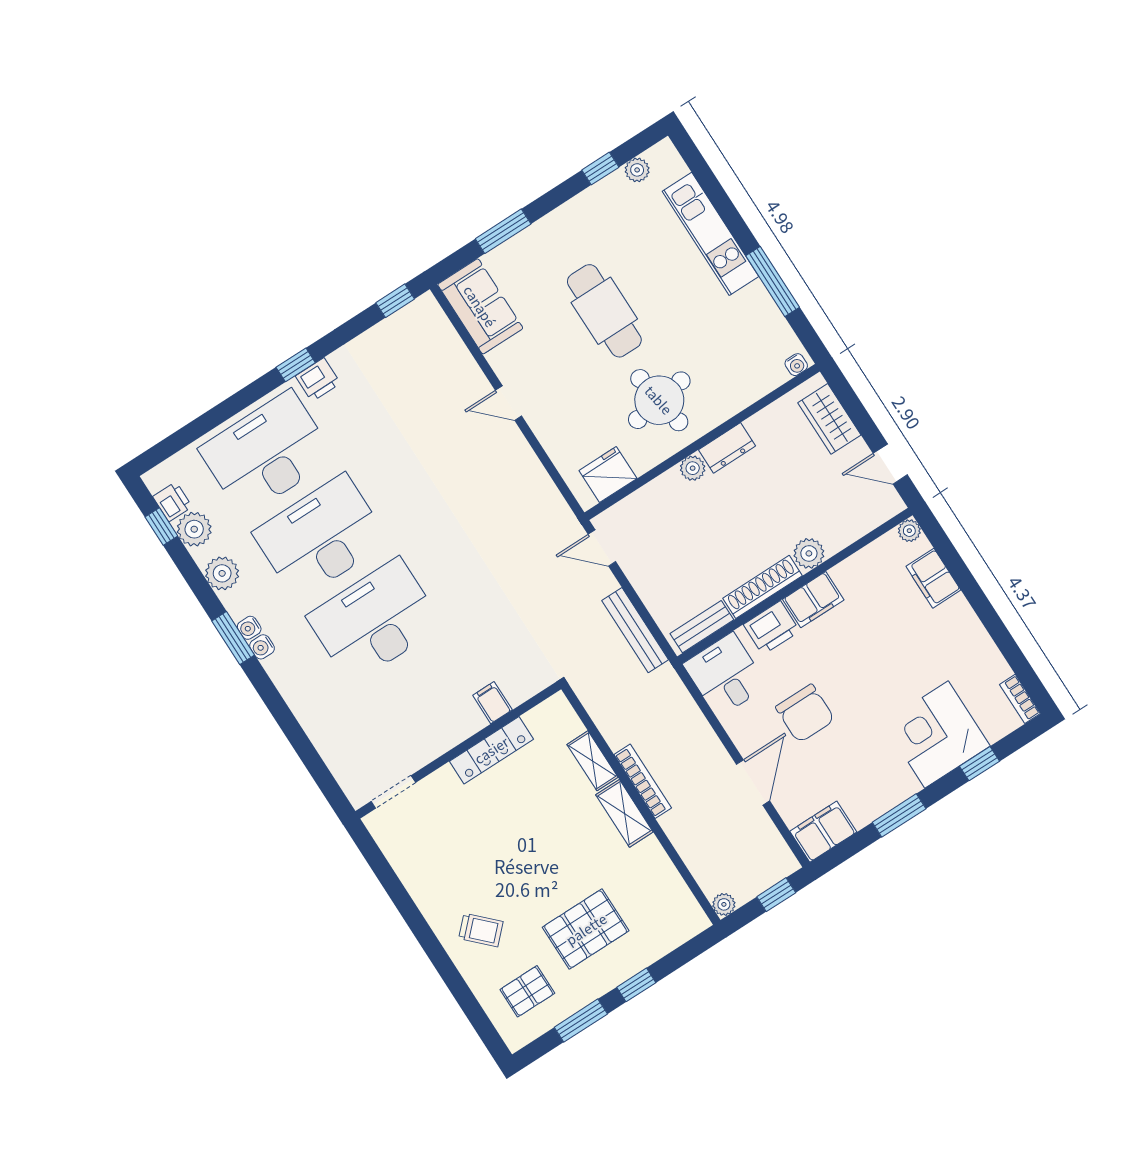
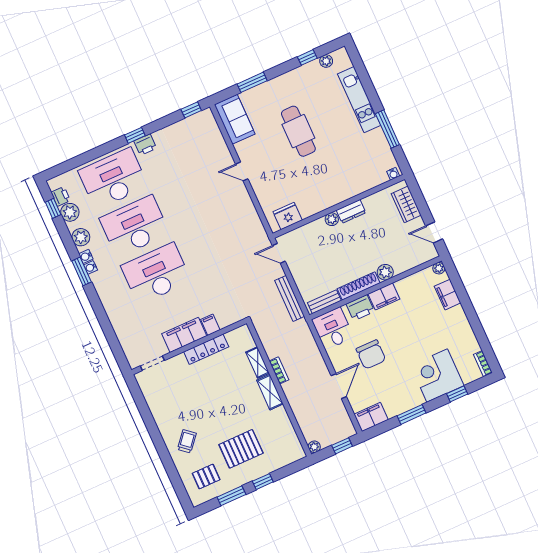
round table: (659, 400) -> (320, 182), removed
water cooler: (262, 647) -> (86, 256), moved
filing cabinet: (446, 729) -> (184, 335), added
bookcase: (643, 781) -> (279, 370), width x0.64
trolley: (481, 930) -> (187, 441), turned -95

